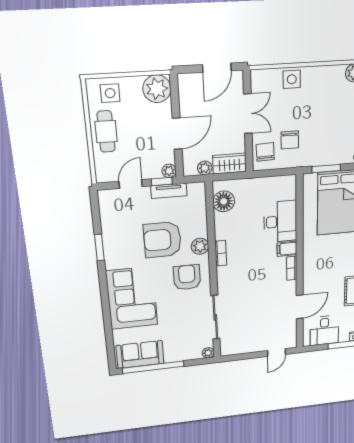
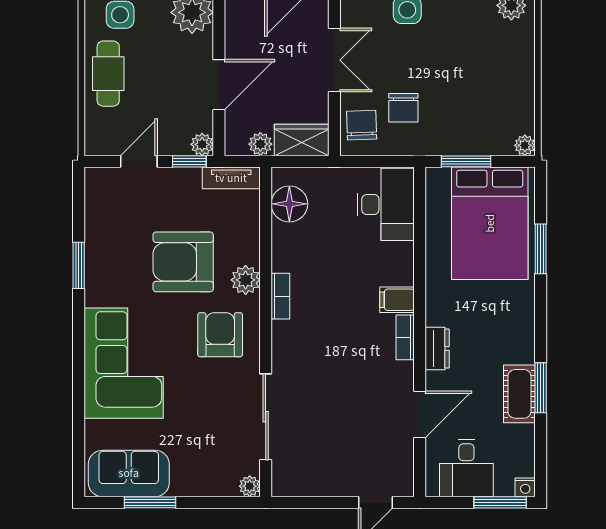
tv unit: (169, 191) -> (231, 178), moved
desk: (280, 221) -> (386, 204), moved
dresser: (309, 272) -> (437, 348), added
window: (153, 367) -> (150, 502), width x0.47

